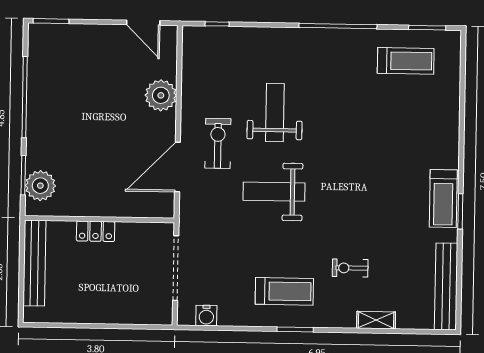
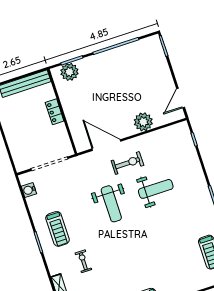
weight bench: (274, 192) -> (111, 204), turned 180

